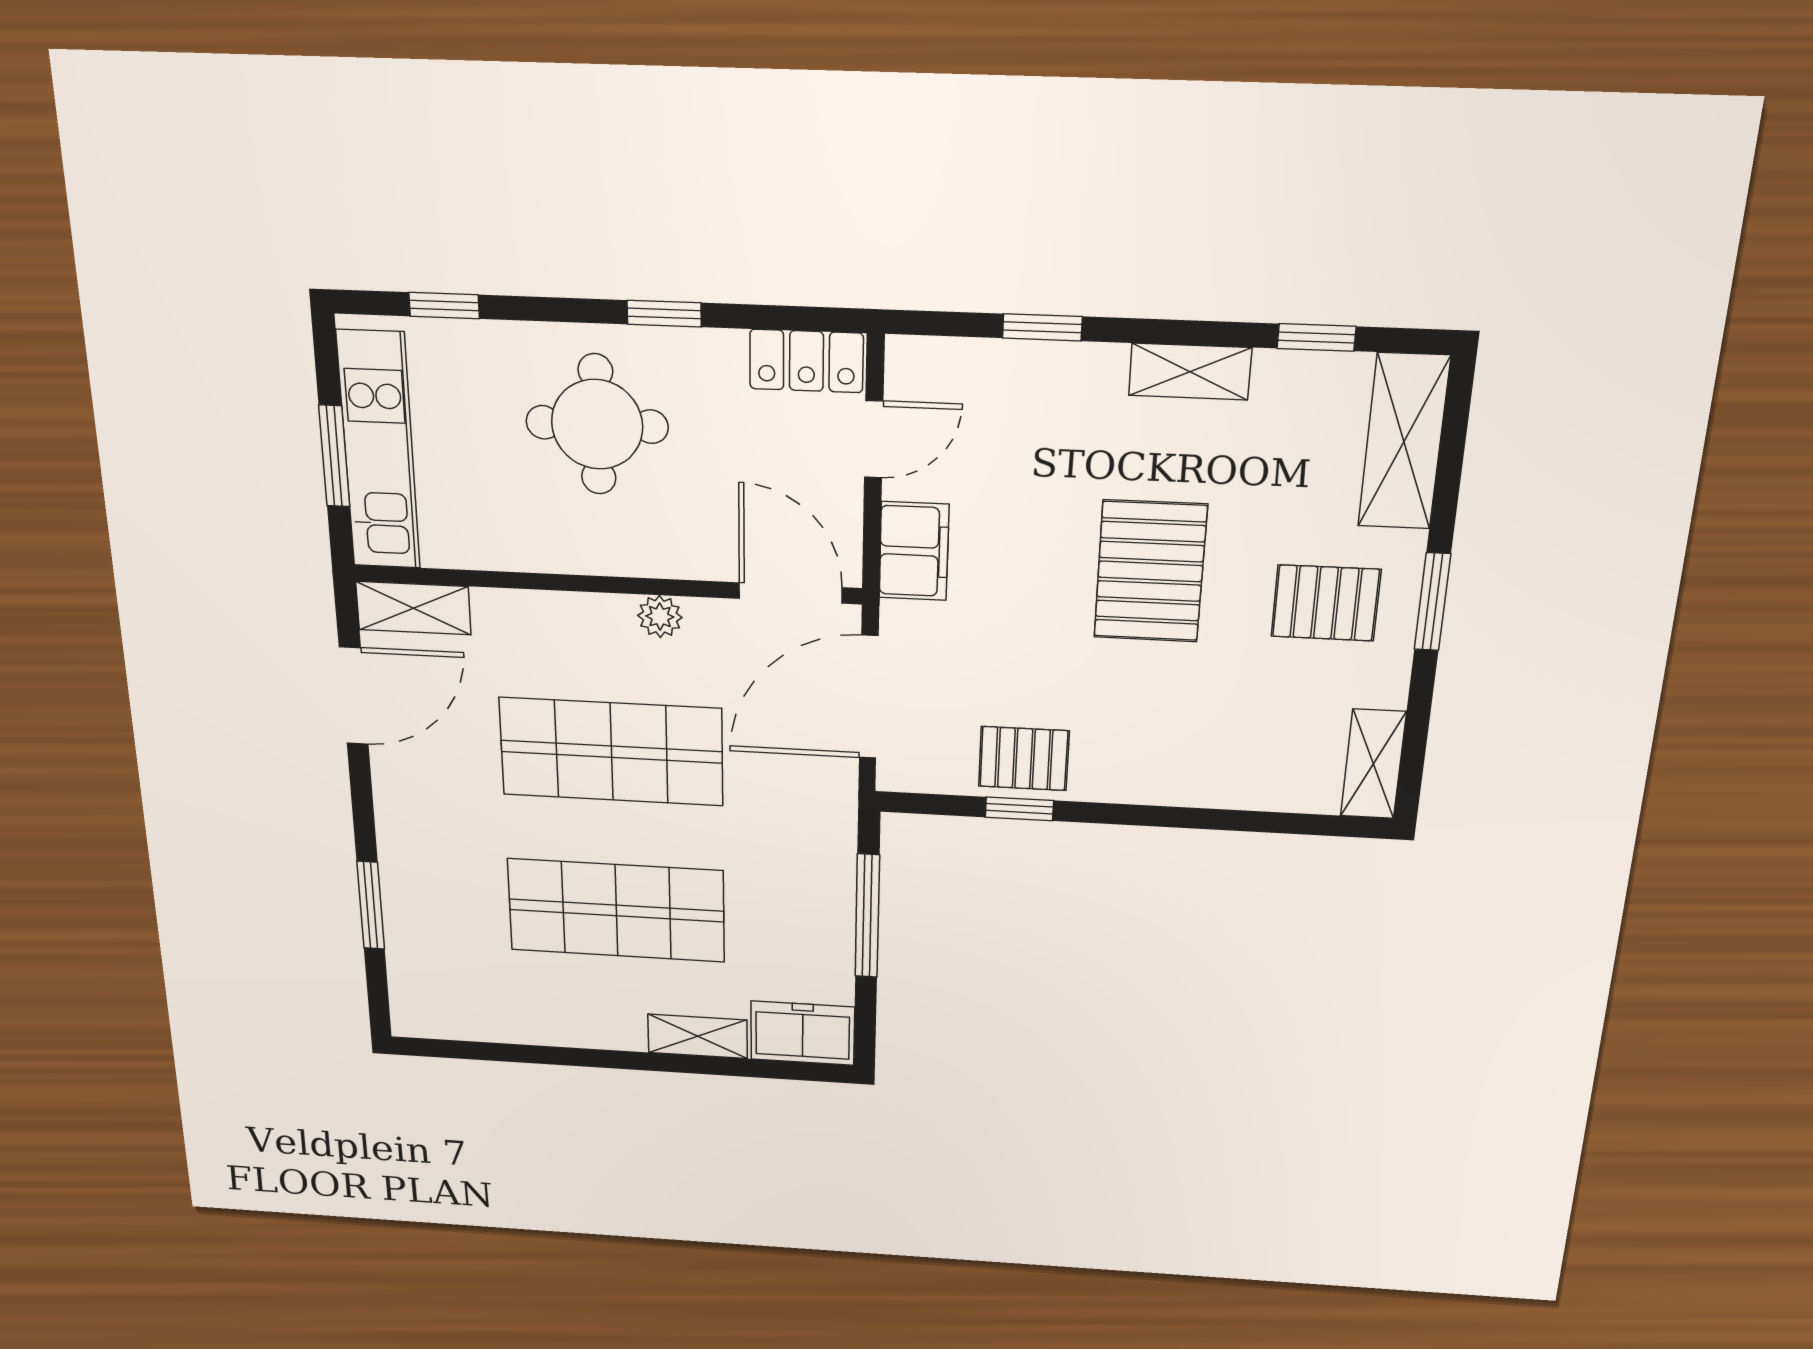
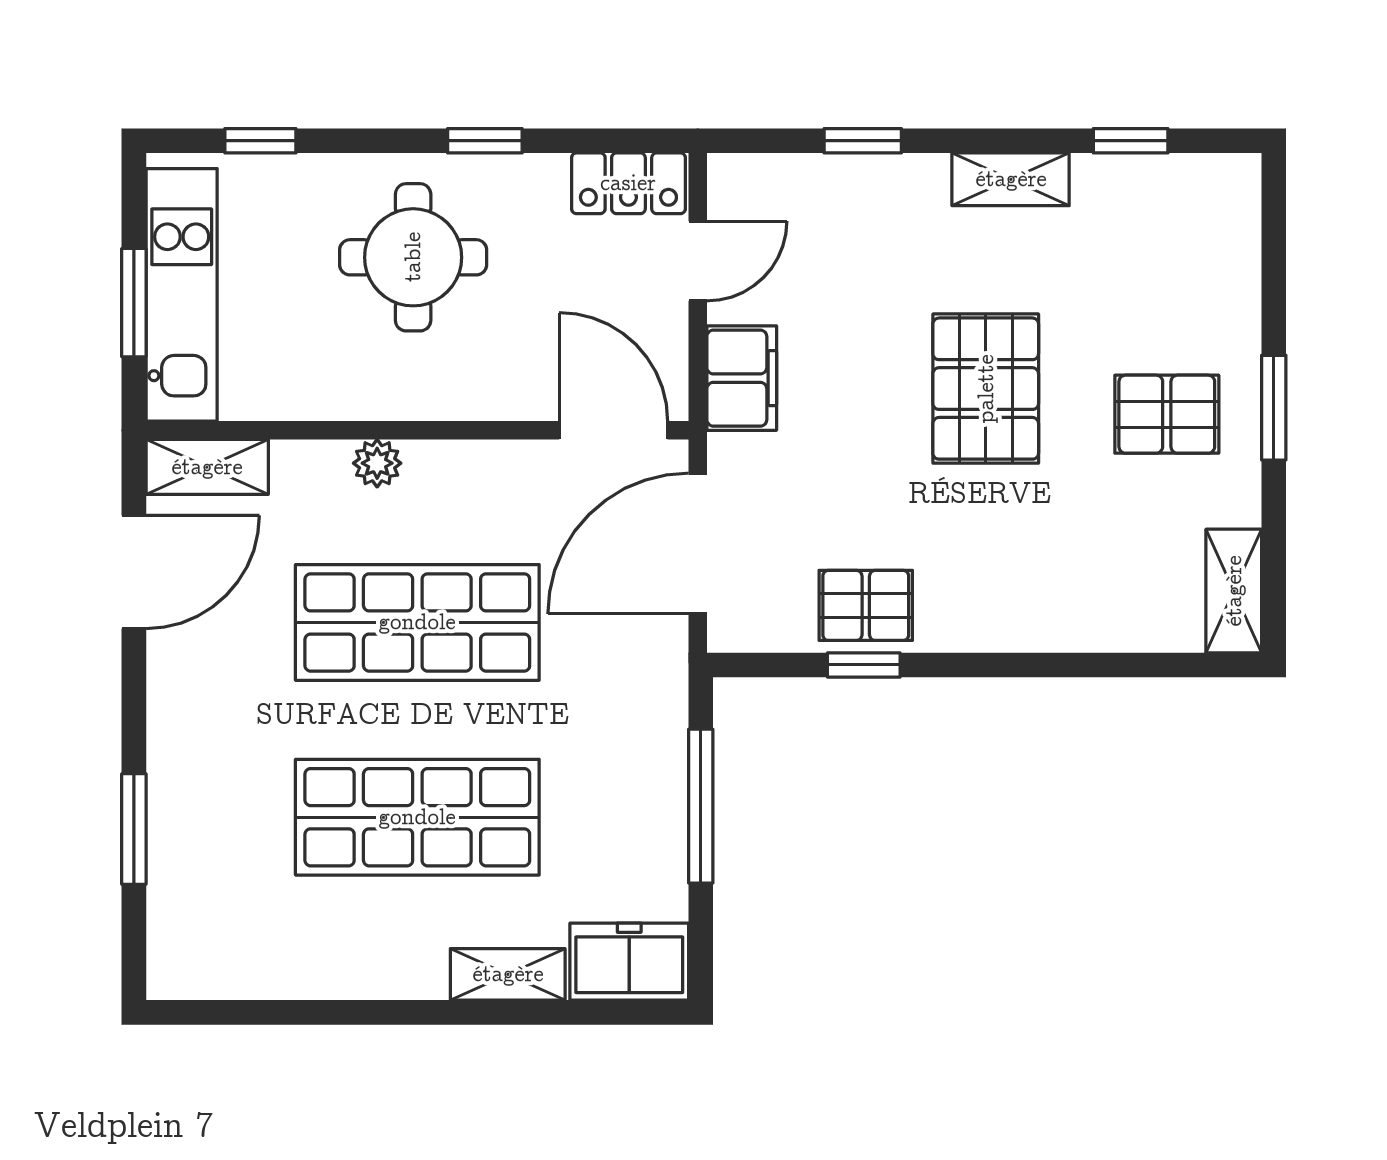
shelving: (1404, 442) -> (1226, 242), removed
plant: (660, 617) -> (377, 463), moved

